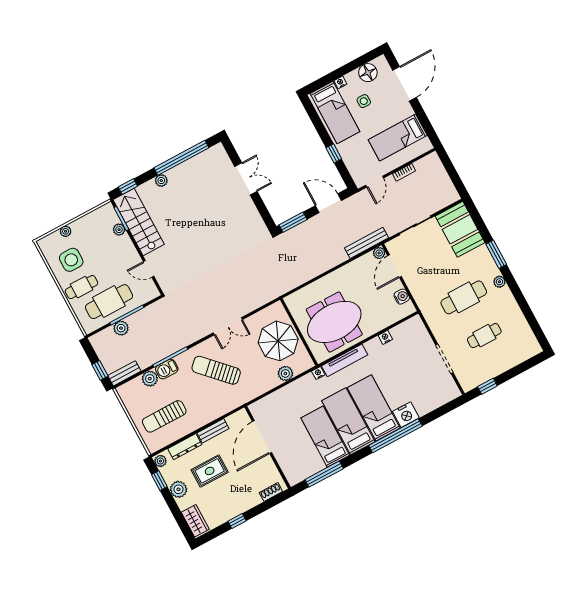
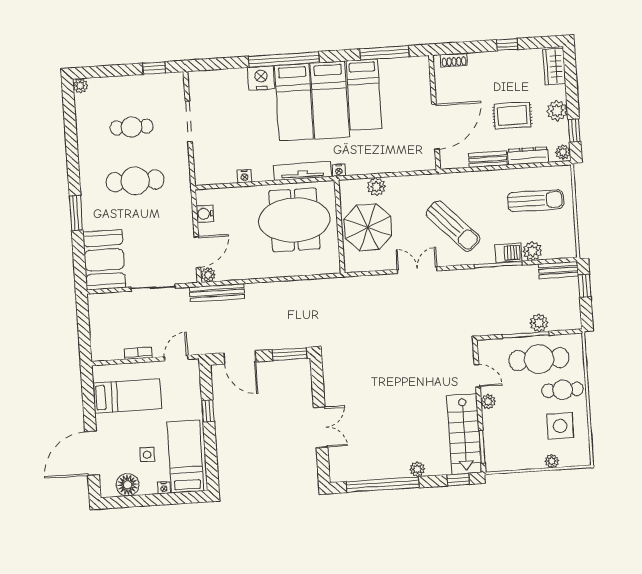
double door: (246, 179) -> (321, 427), swing flipped
plant: (119, 230) -> (488, 401), moved
plant: (499, 282) -> (80, 86), moved

